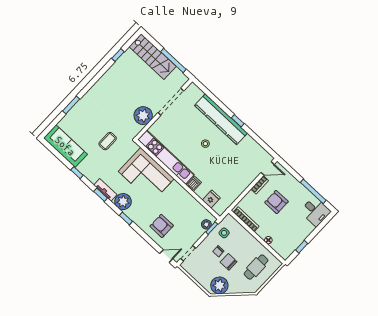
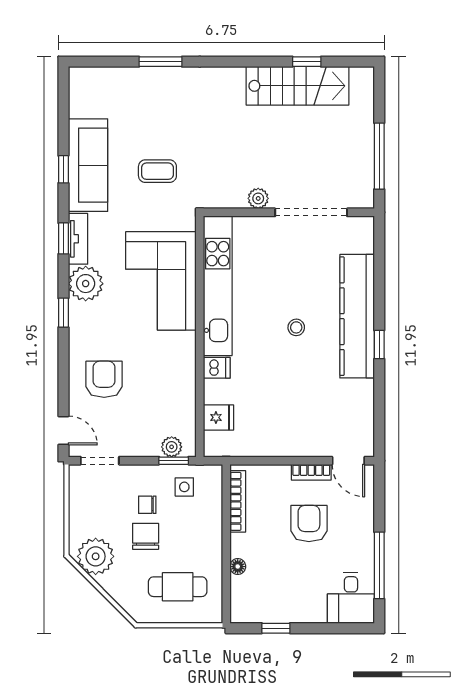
stairs: (153, 57) -> (298, 86), moved, turned -90
plant: (143, 116) -> (258, 198), width x0.53, depth x0.53
sofa: (65, 146) -> (88, 165), moved

